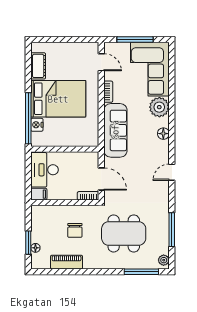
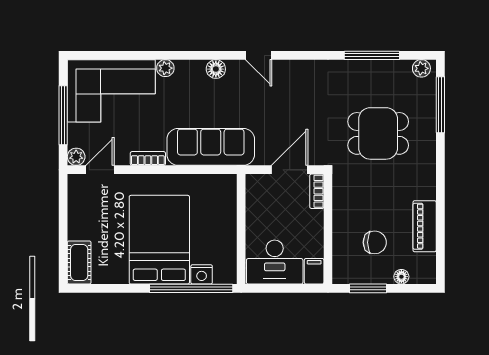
plant: (109, 48) -> (76, 157), added
cot: (38, 66) -> (79, 262), moved, turned 90
plant: (159, 107) -> (165, 68), width x0.53, depth x0.53
door: (172, 172) -> (259, 55), moved
chair: (75, 230) -> (375, 242), moved
dining table: (124, 233) -> (378, 133), width x0.73
window: (28, 243) -> (368, 288), moved

